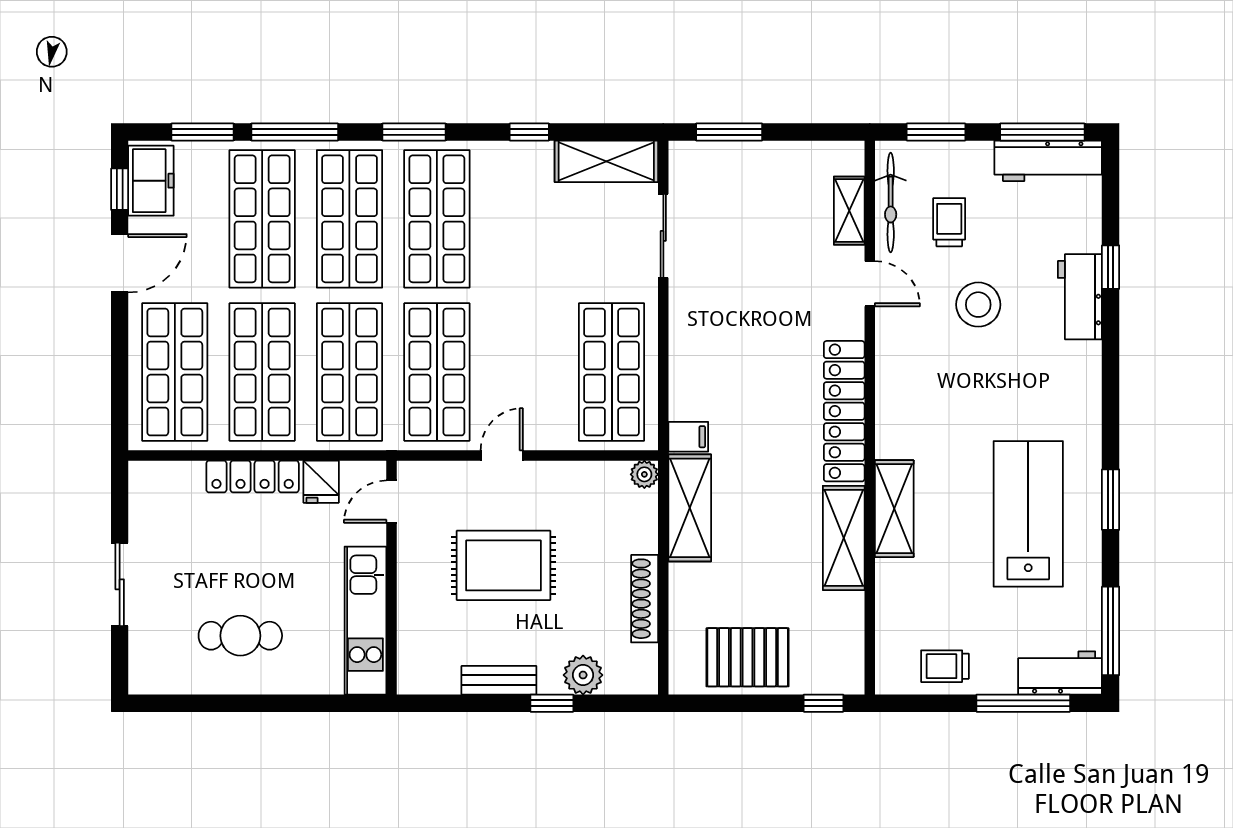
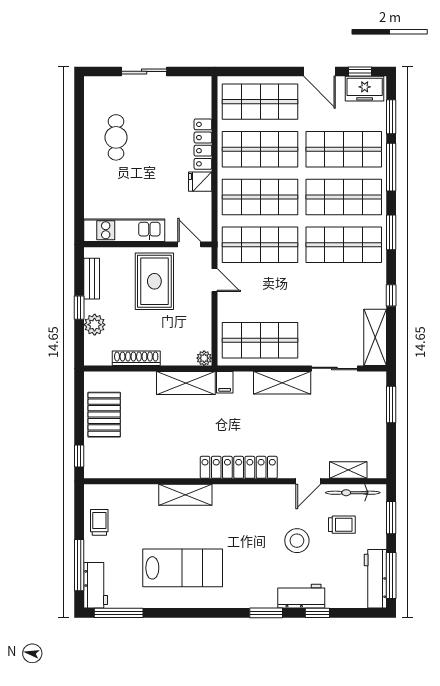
window: (1111, 500) -> (266, 613), moved
door: (391, 502) -> (189, 244), moved
shelving: (844, 538) -> (282, 383), moved
wall: (391, 578) -> (148, 244), moved
kitchen unit: (365, 621) -> (124, 230), moved

